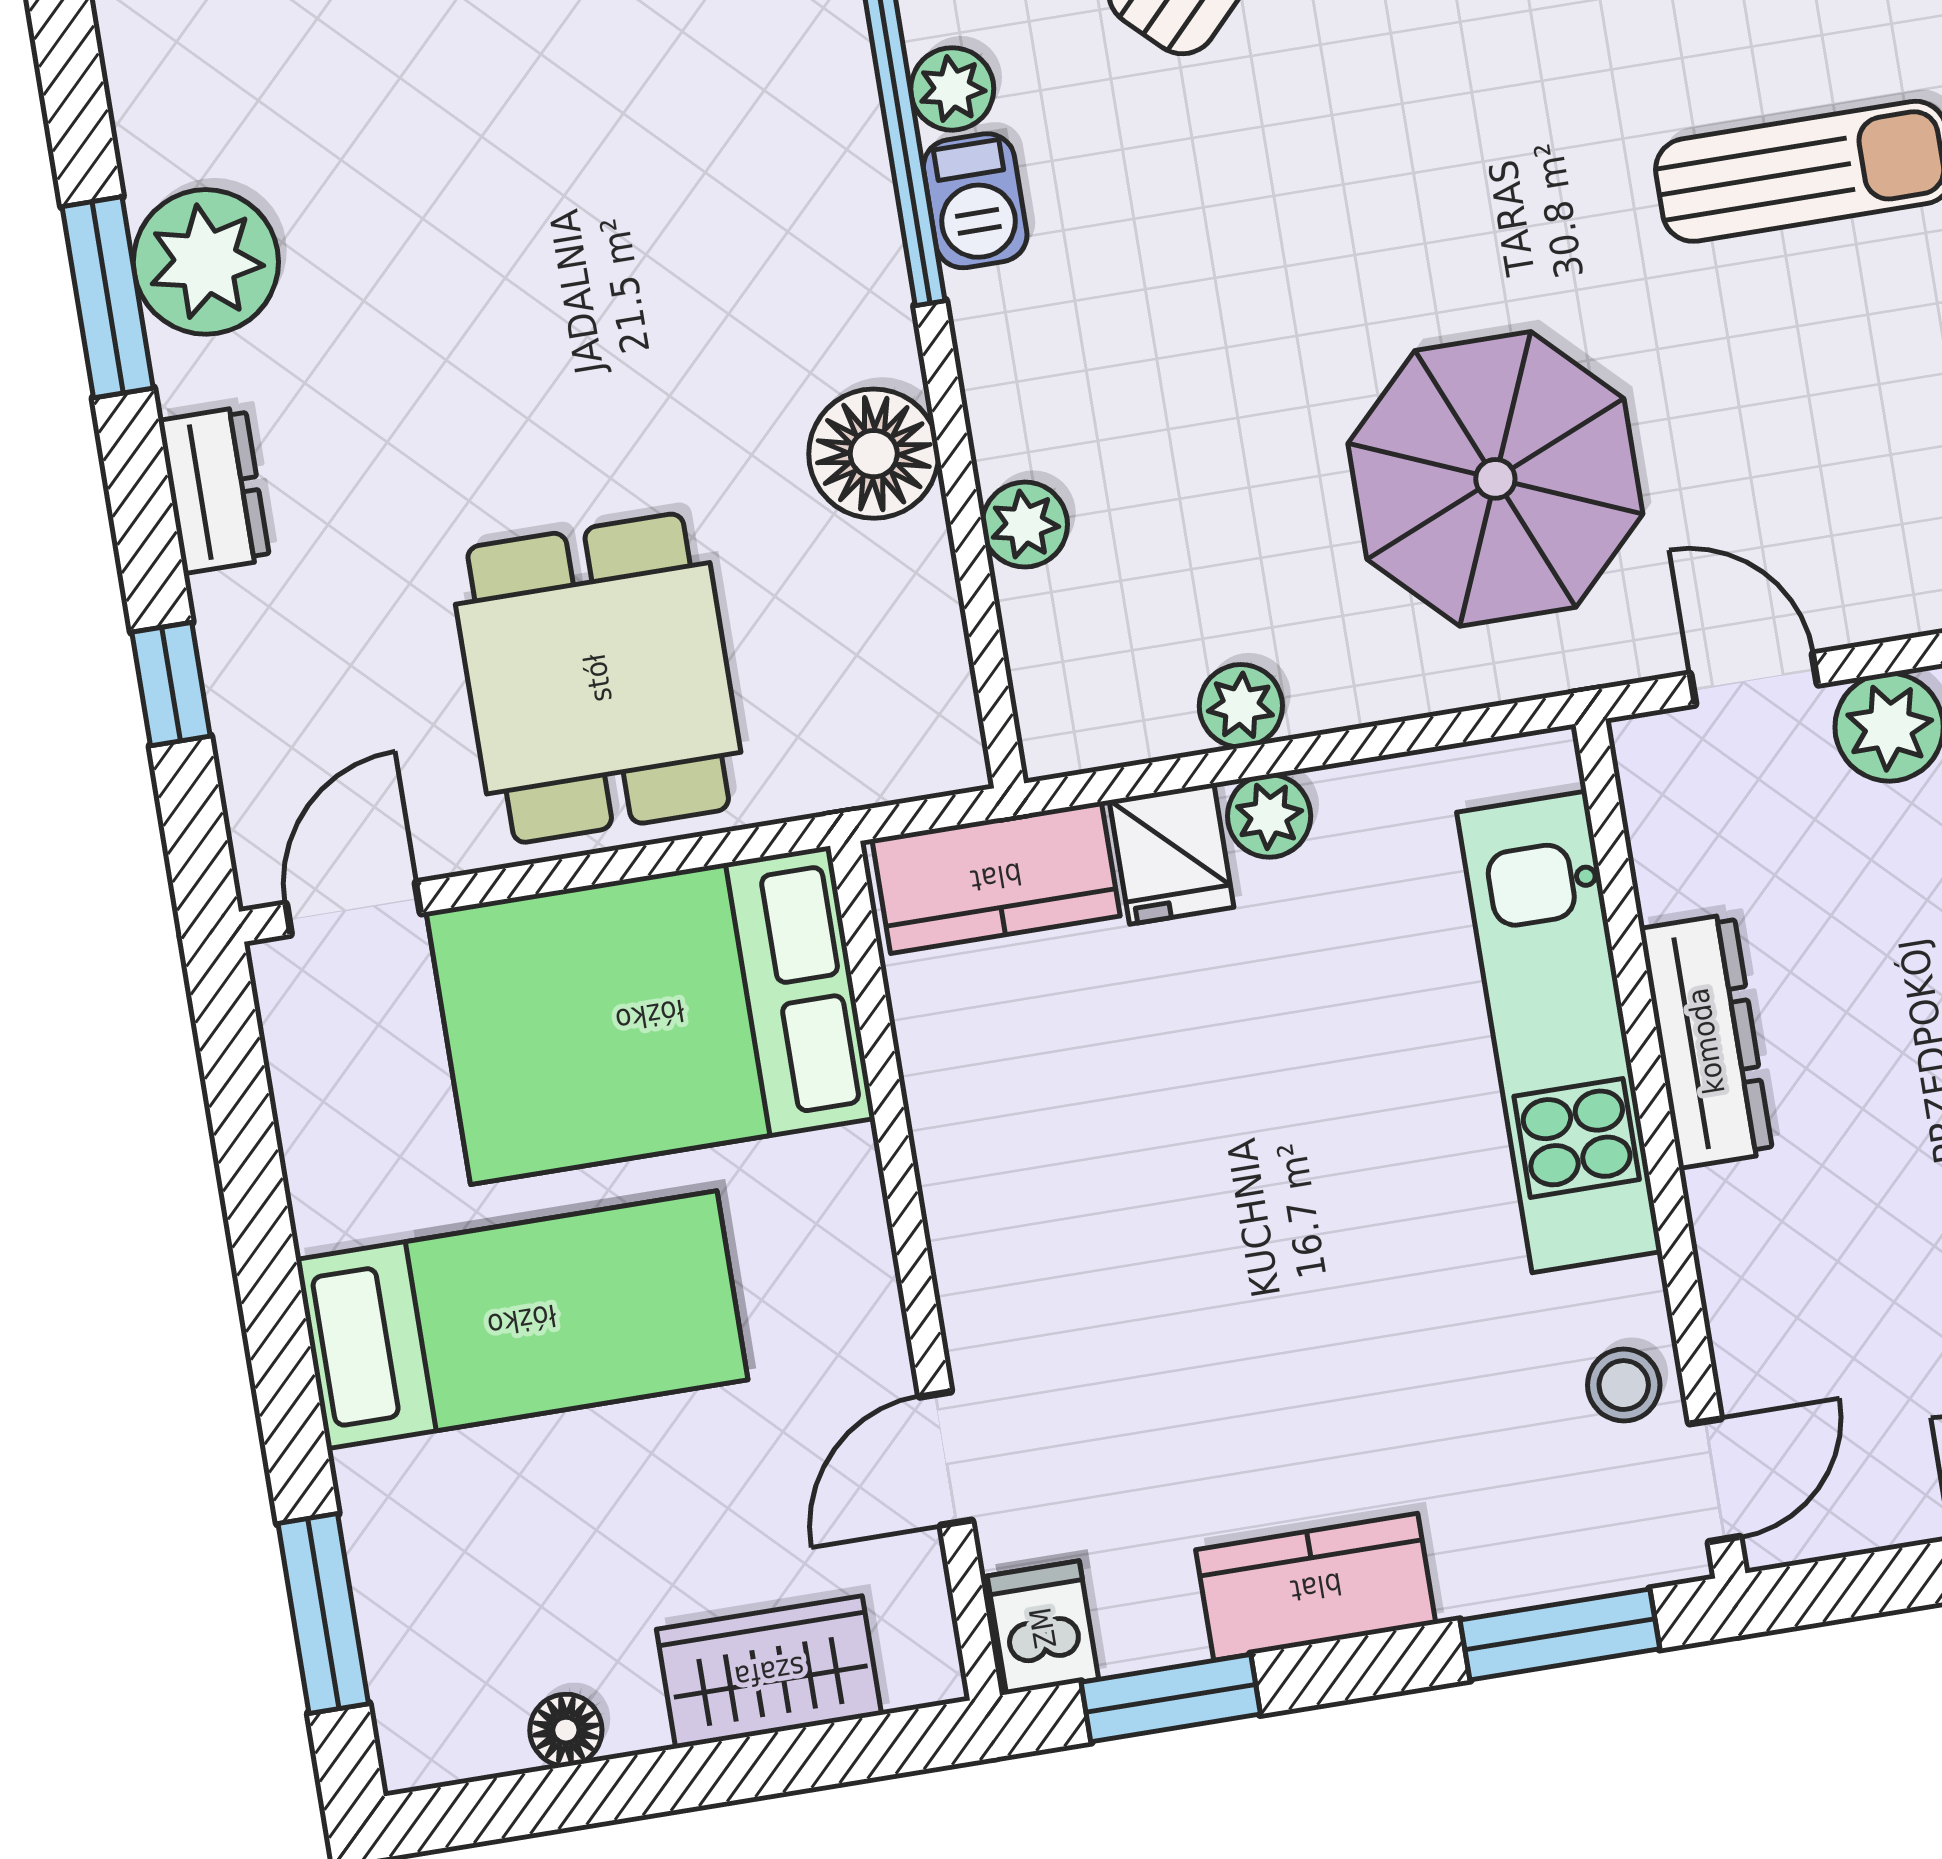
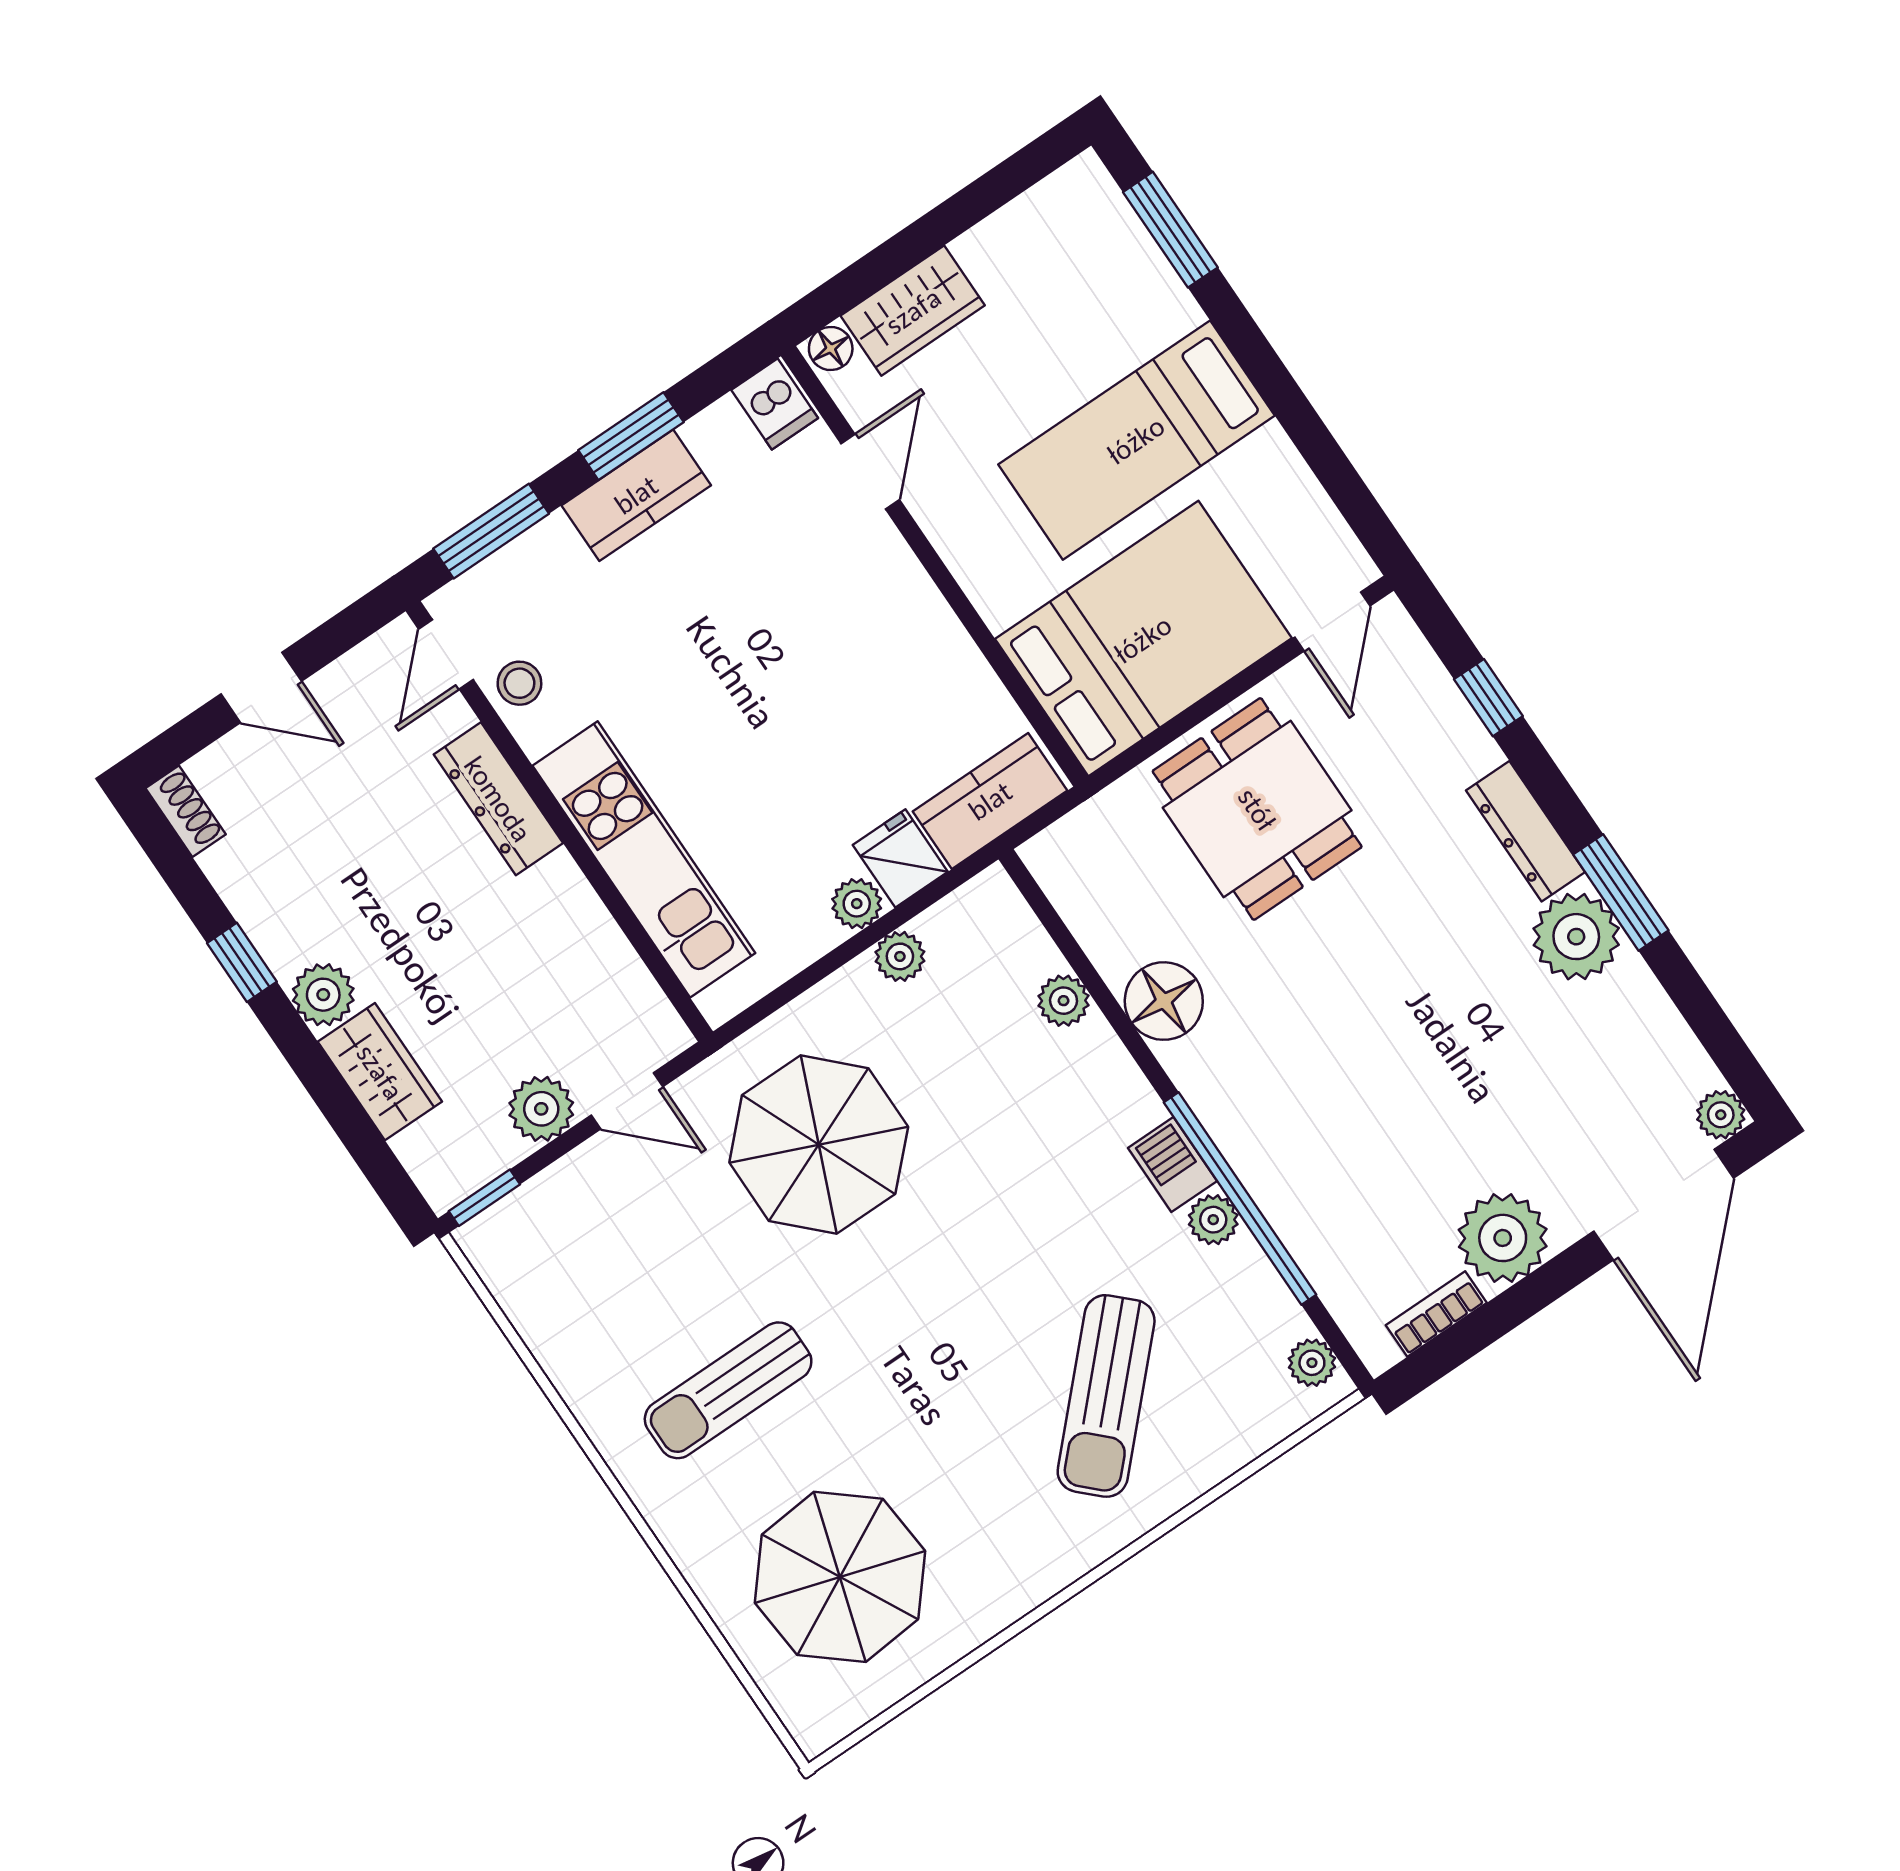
dresser: (214, 490) -> (1525, 831), width x1.44
dresser: (1706, 1041) -> (498, 799), moved
window: (1171, 1698) -> (631, 436), moved
floor lamp: (566, 1730) -> (831, 348), moved

